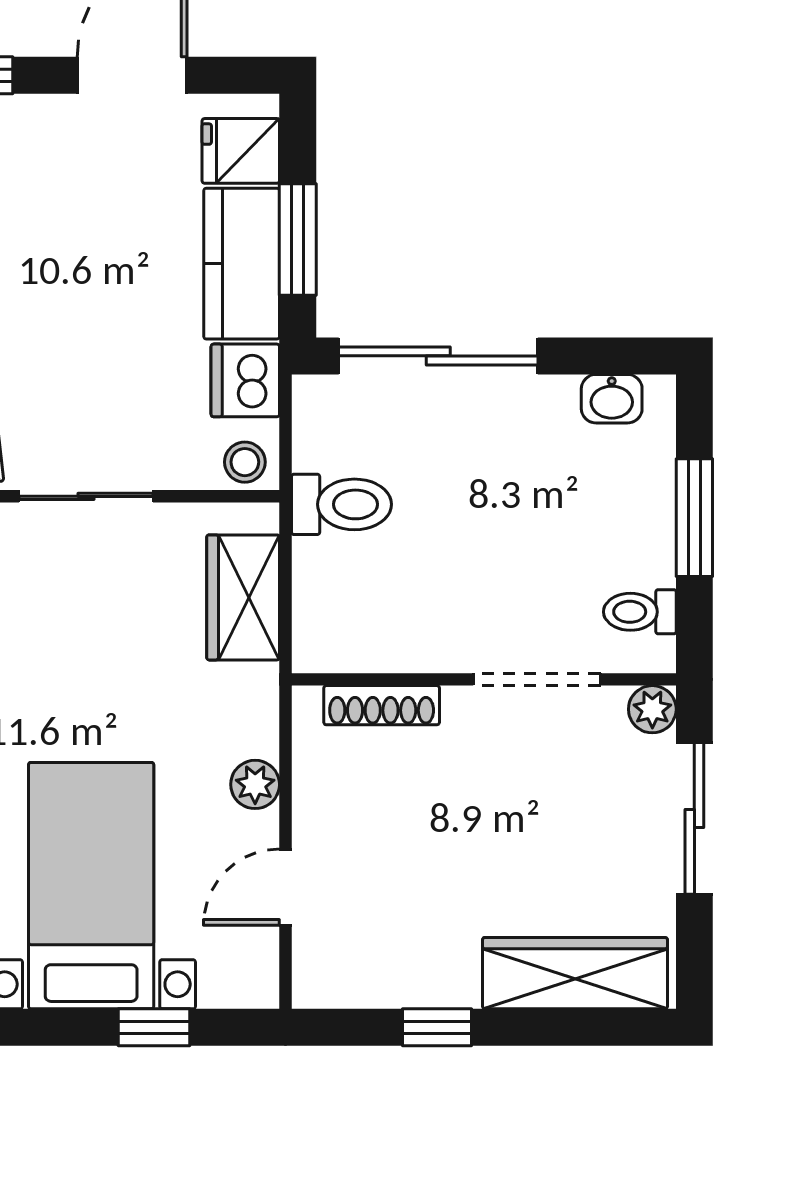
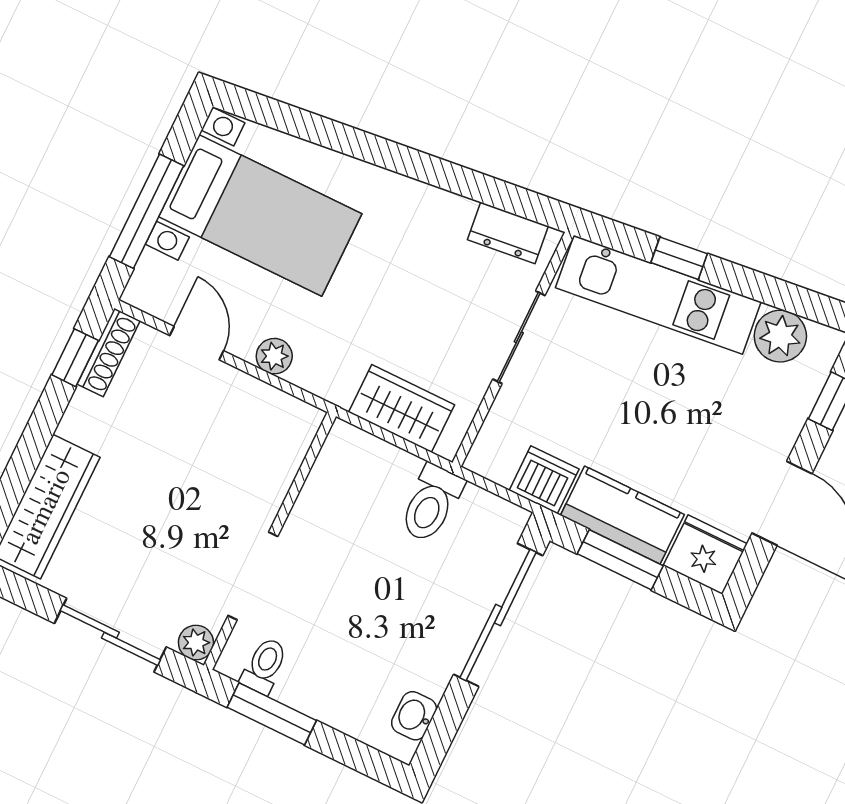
fridge: (241, 151) -> (705, 555), width x1.38
stool: (245, 462) -> (490, 453), removed
window: (694, 518) -> (272, 714), moved
shoe rack: (382, 705) -> (109, 352), moved, turned 180
window: (154, 1027) -> (147, 211), width x2.17
window: (437, 1027) -> (75, 358), moved

